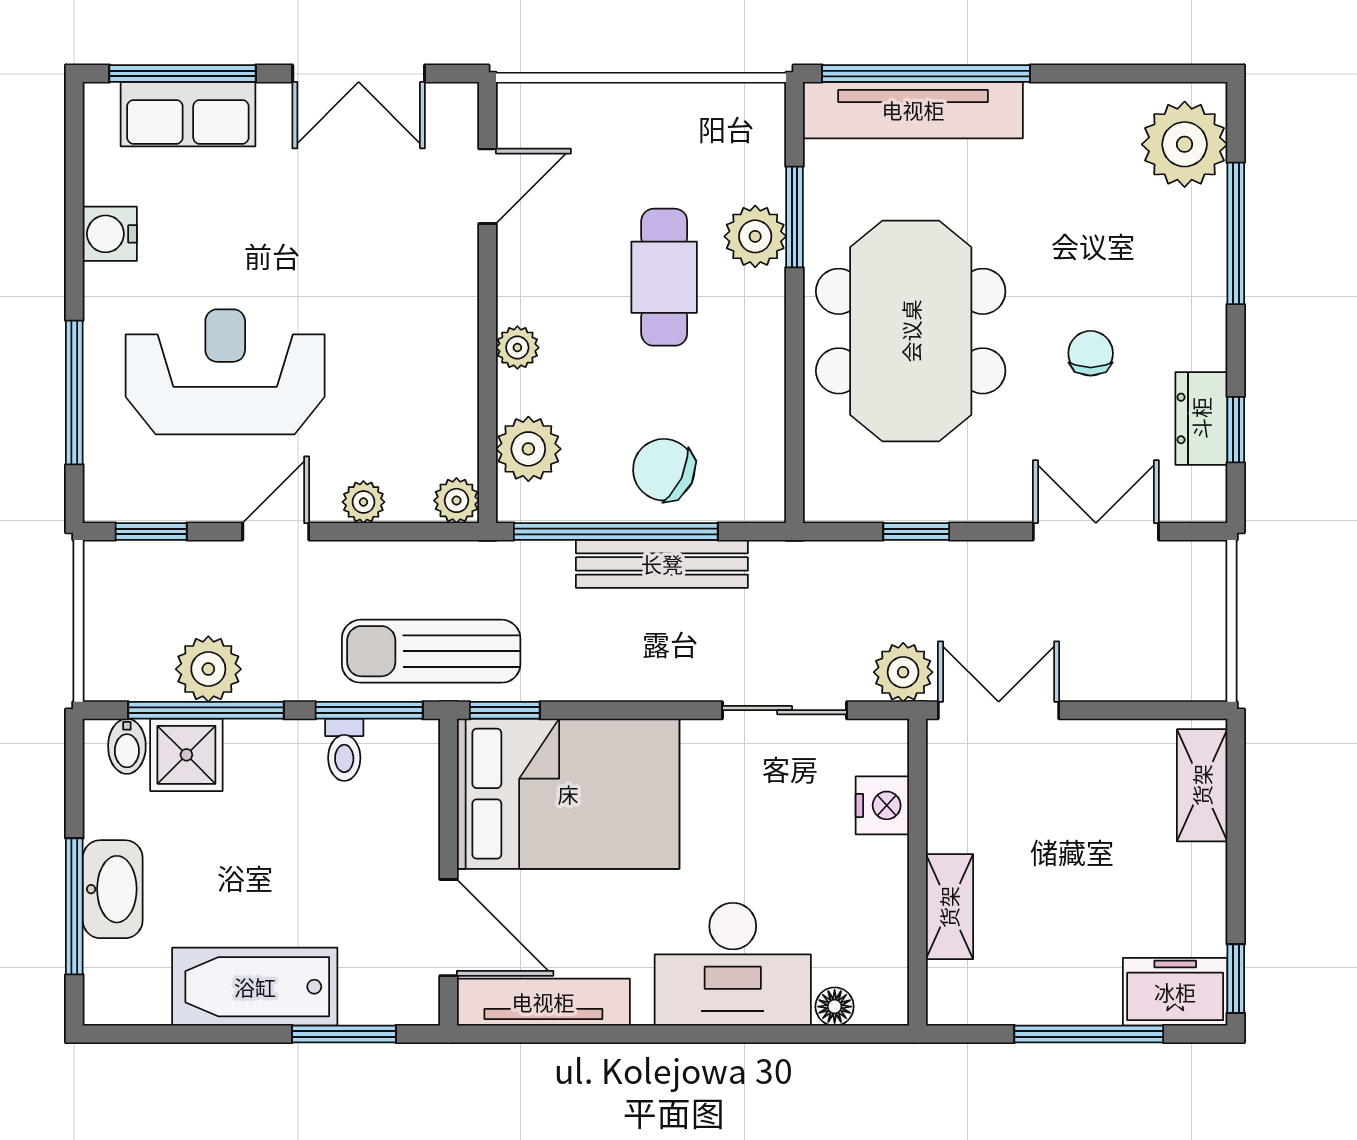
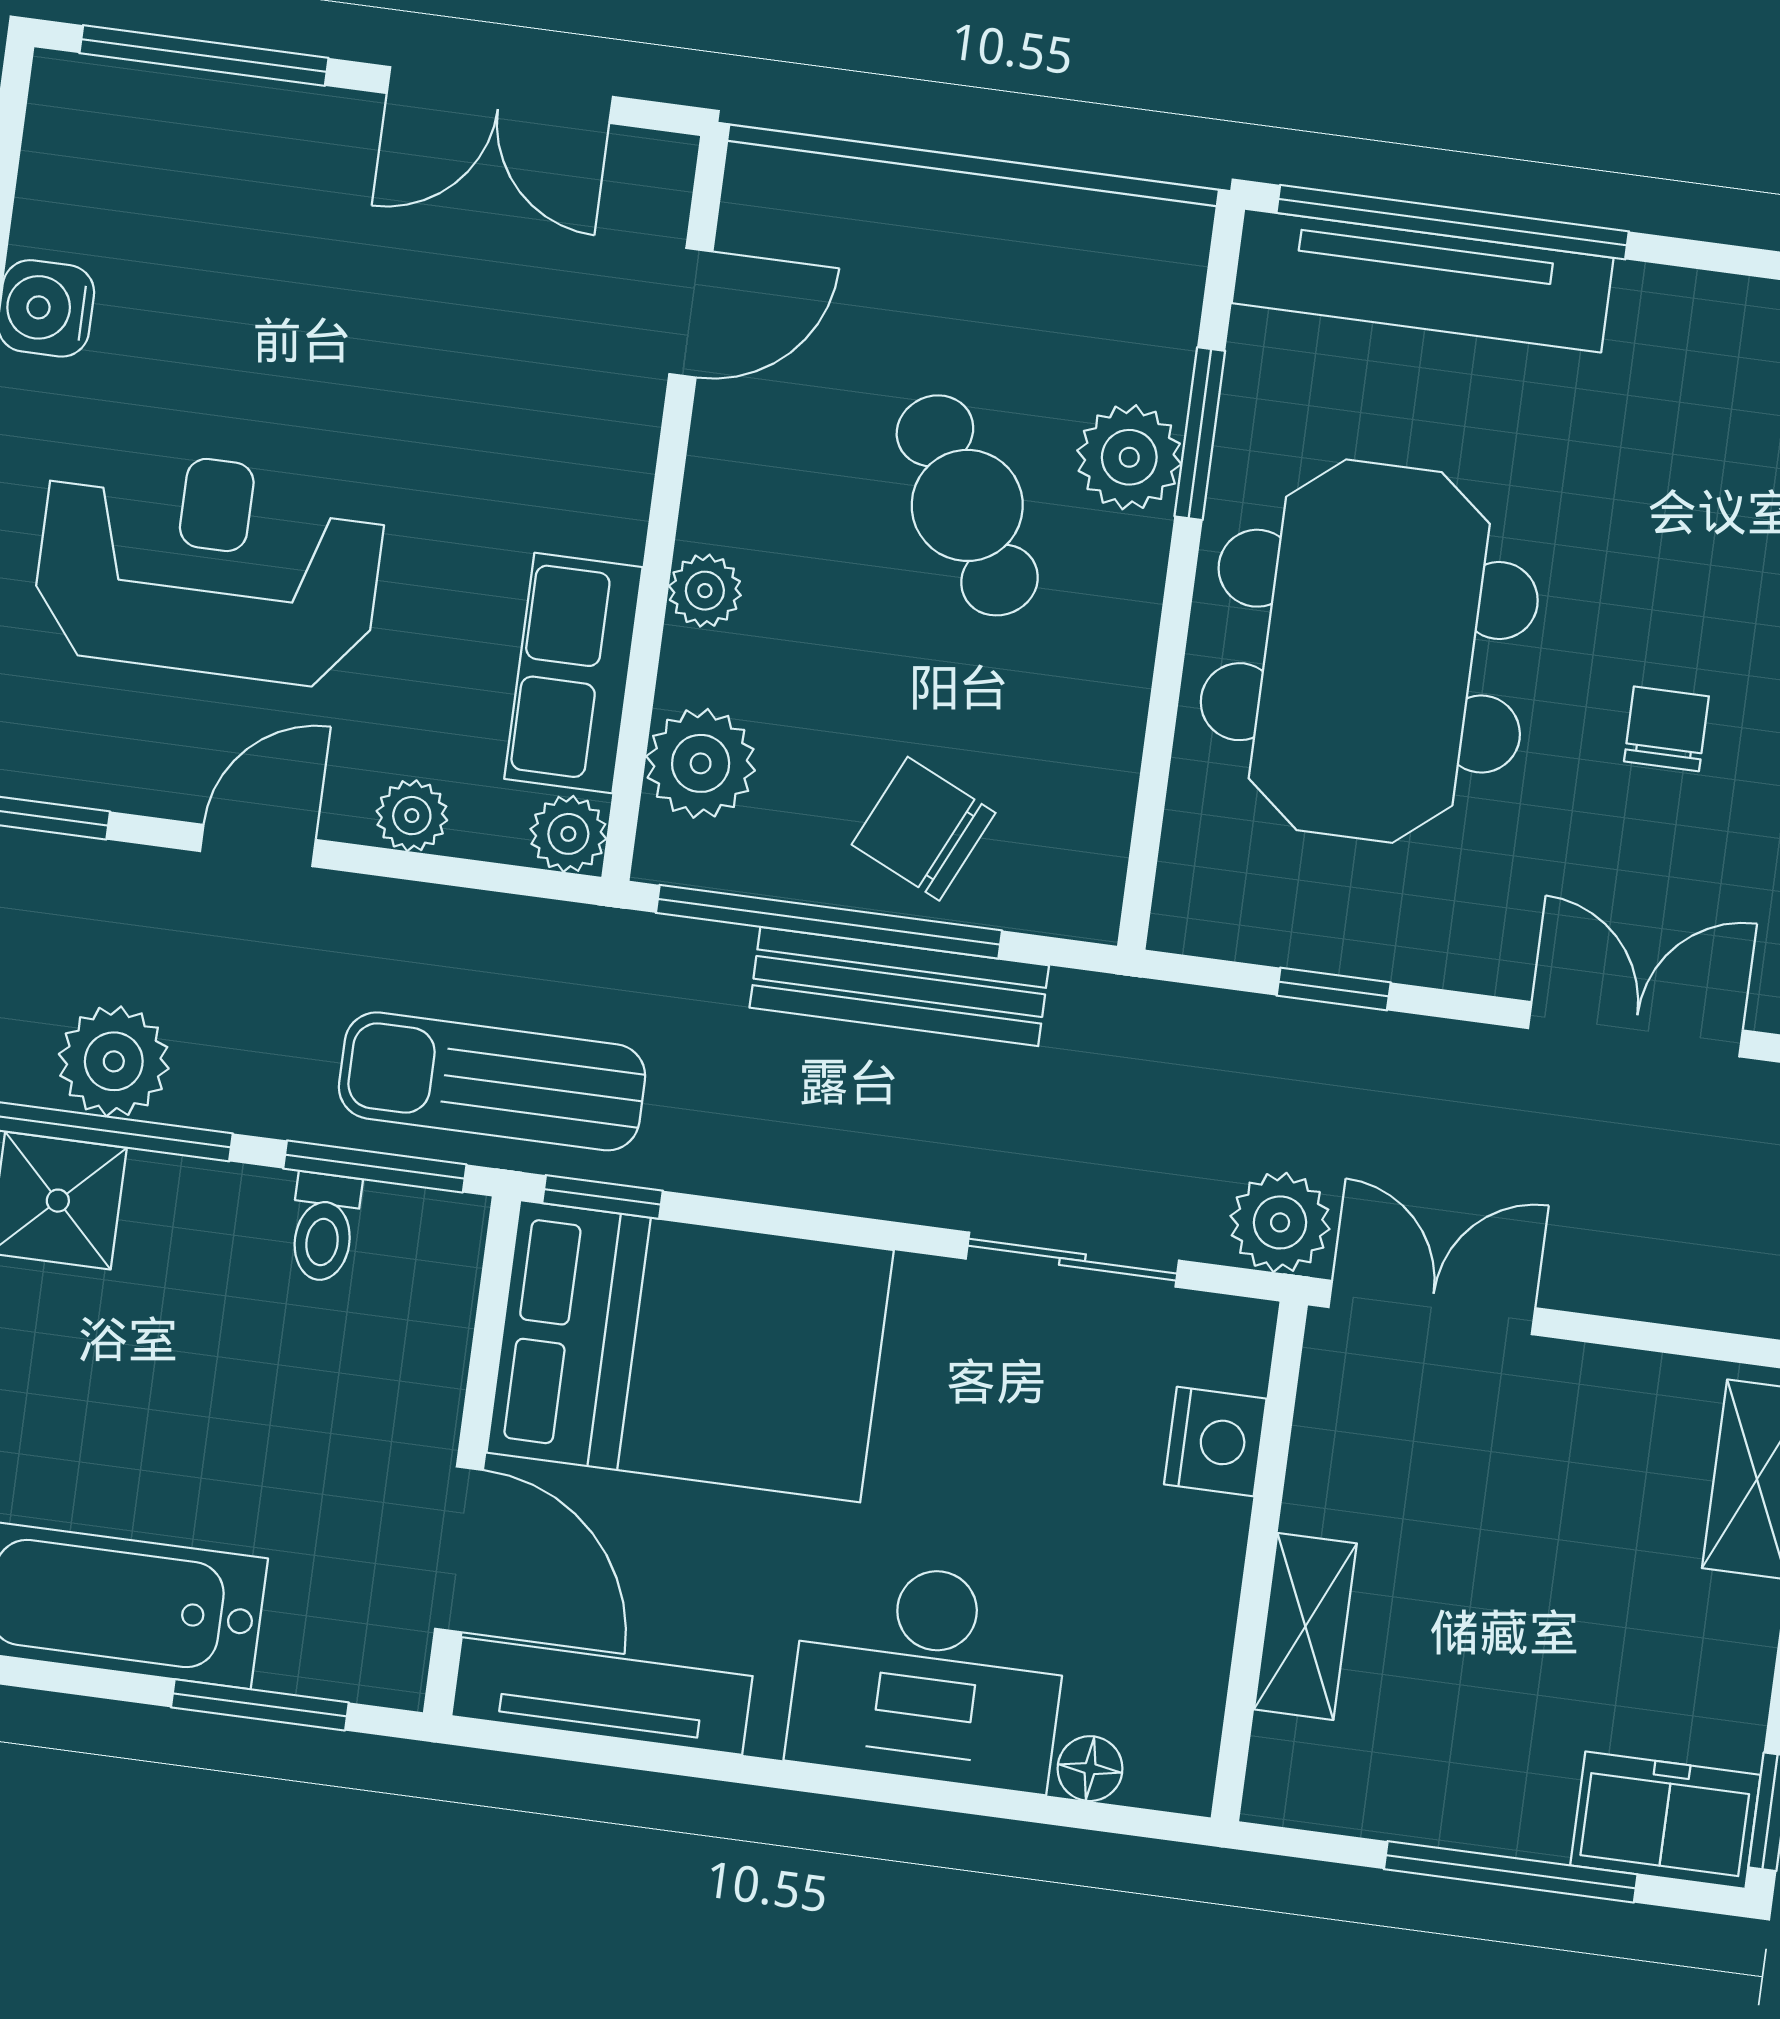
row of seats: (188, 114) -> (573, 673), moved, turned 90
cafe table: (664, 277) -> (967, 505), turned -31

